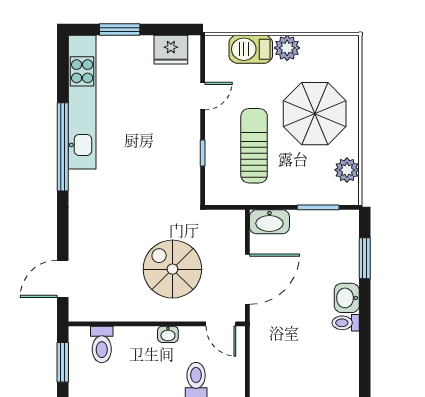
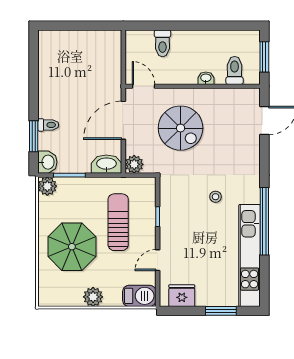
barbecue: (251, 49) -> (139, 296), moved
sun lounger: (254, 146) -> (118, 222), turned 180
plant: (347, 170) -> (47, 186), moved
stool: (127, 179) -> (216, 197), added
plant: (233, 222) -> (134, 164), added
washbasin: (347, 298) -> (47, 162), moved
toilet: (346, 323) -> (48, 125), moved
washbasin: (168, 334) -> (206, 78), moved

